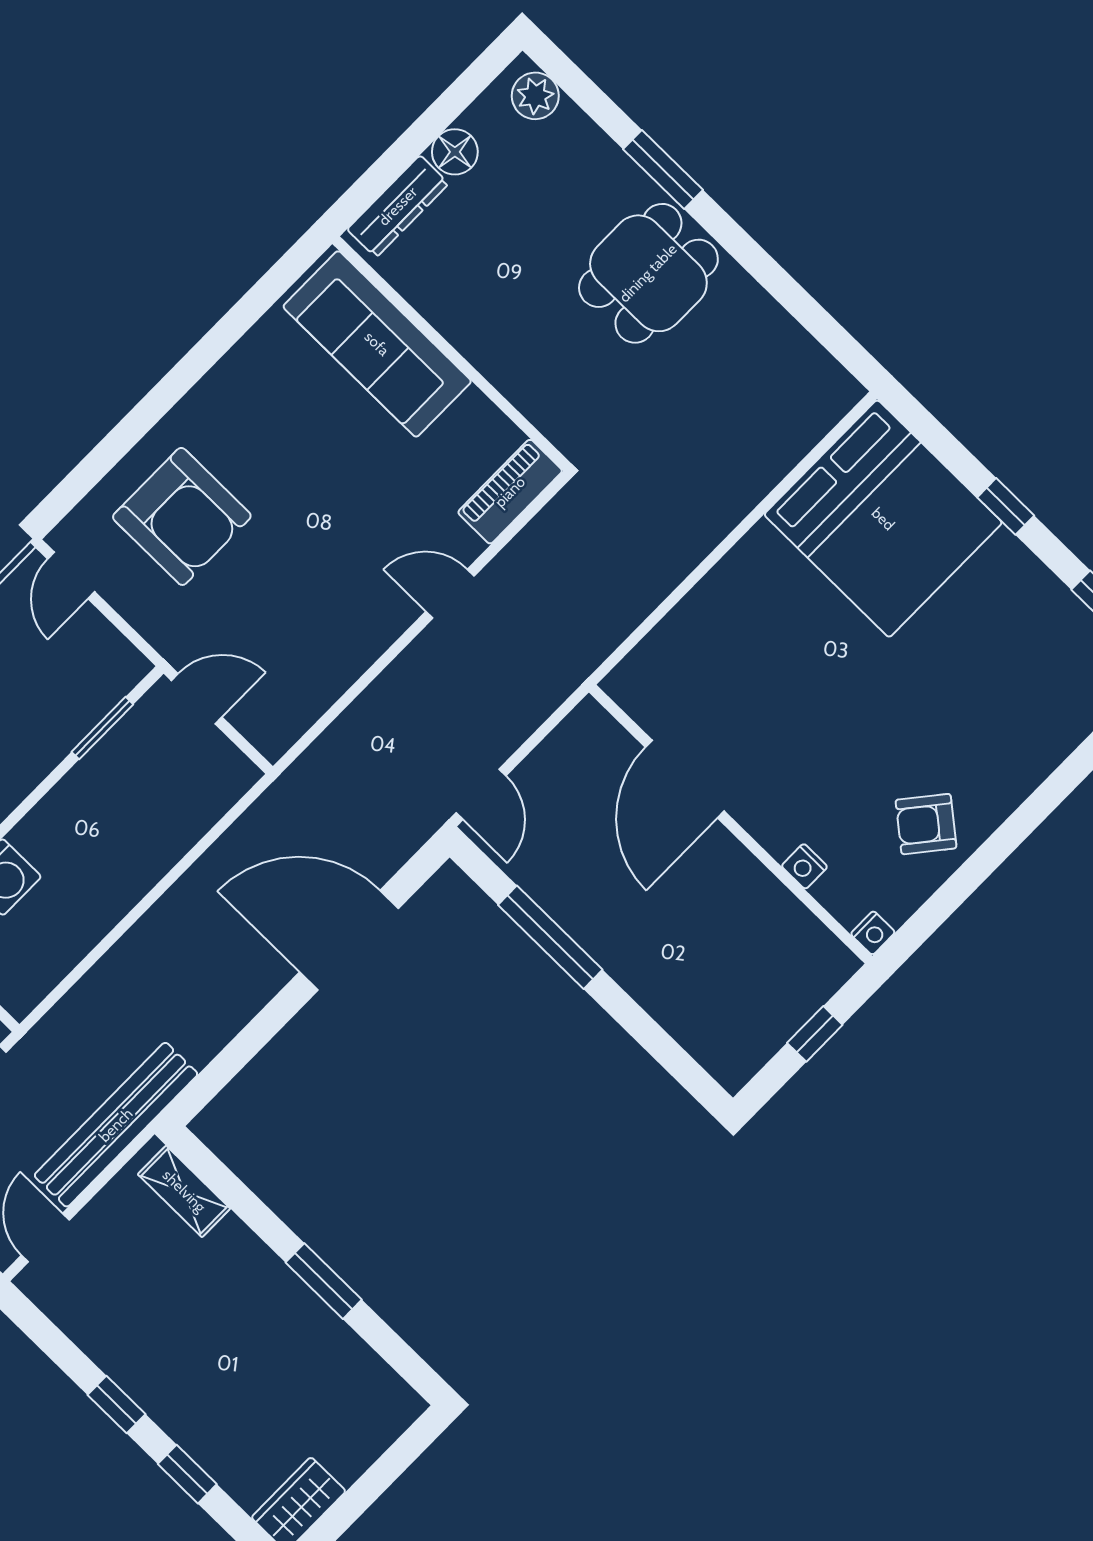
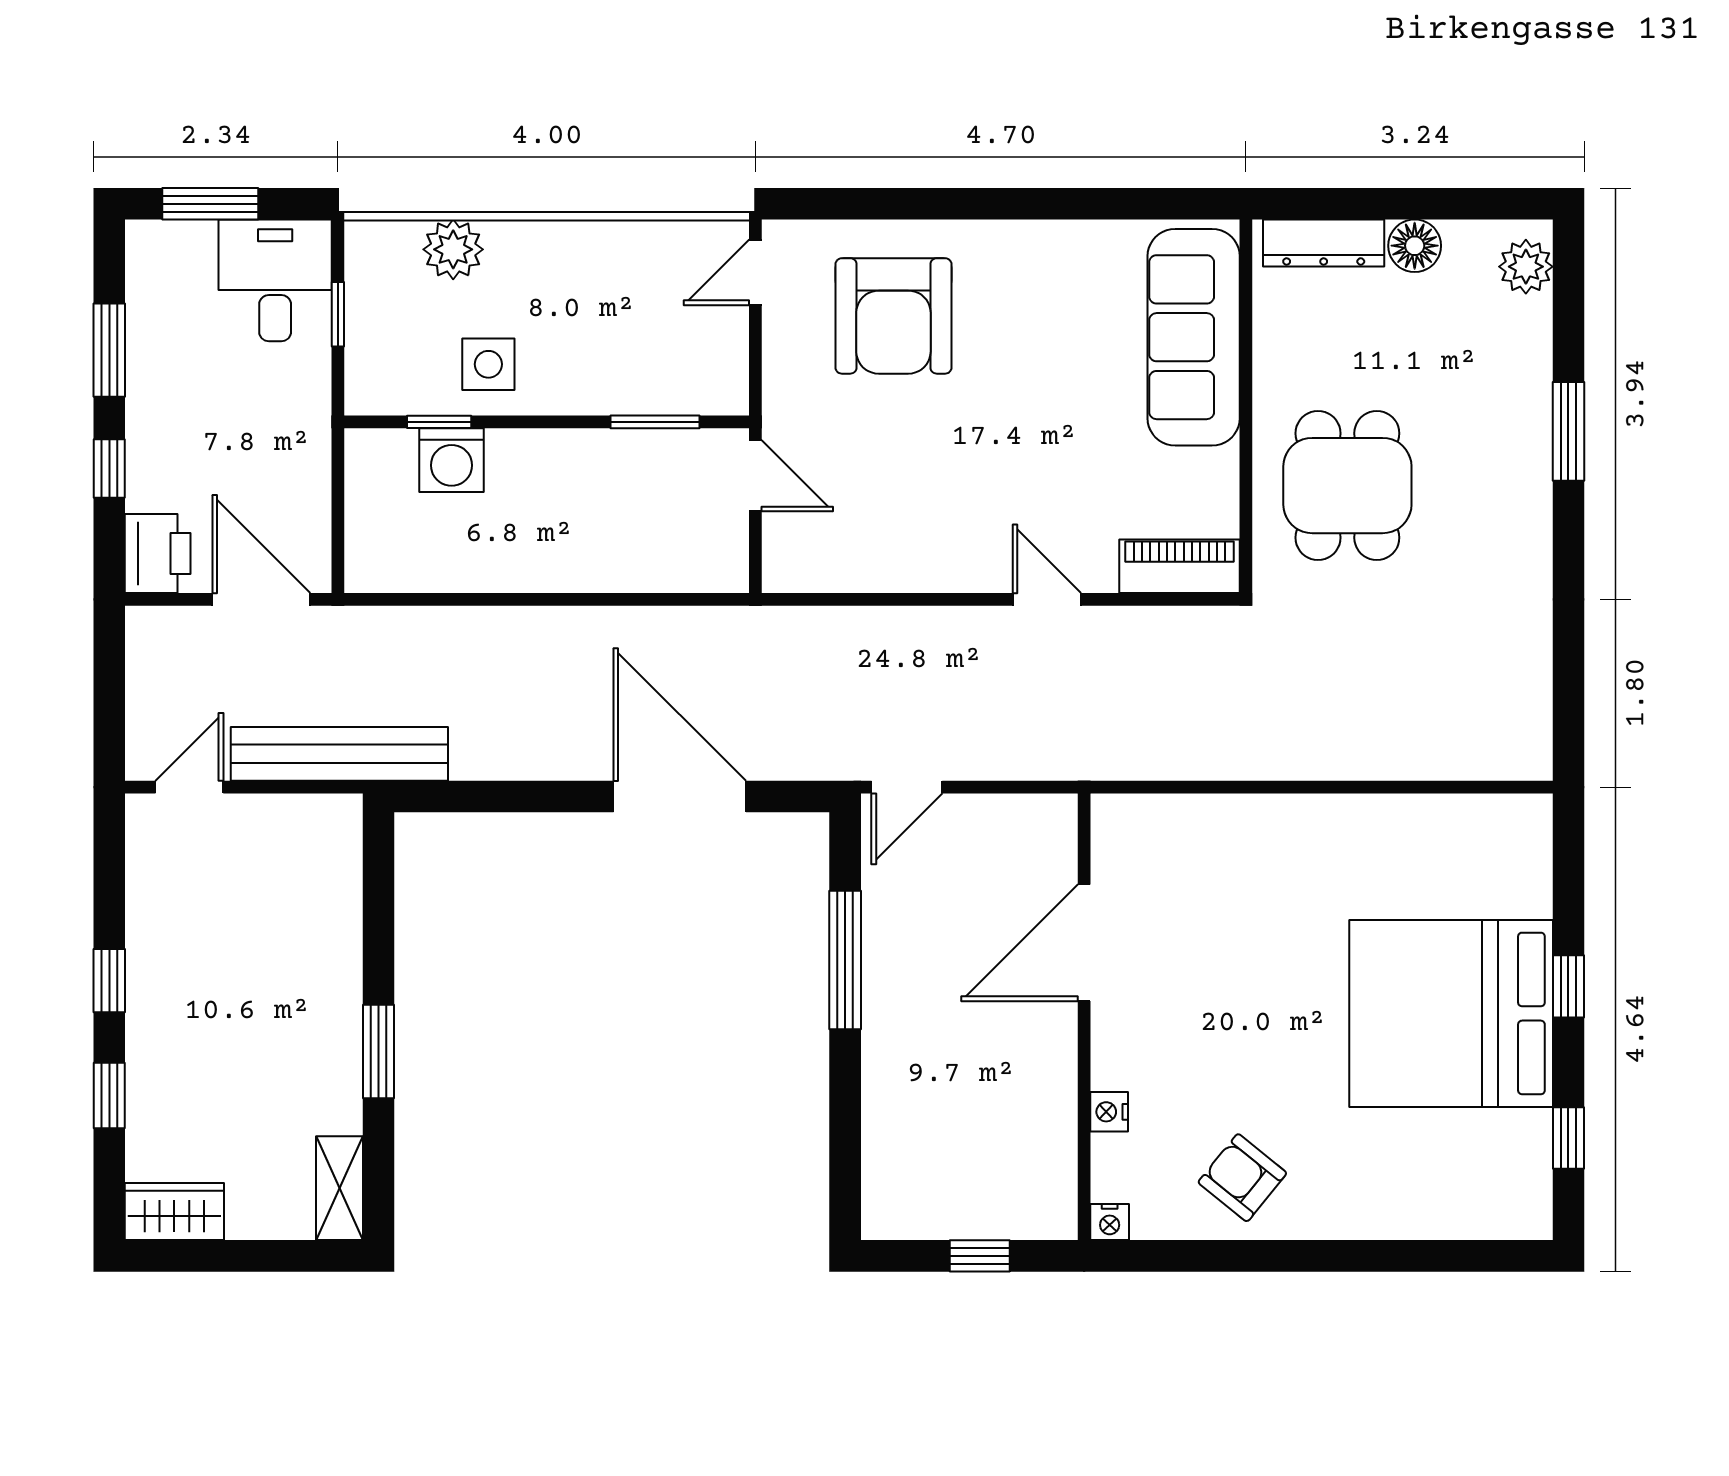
dining table: (648, 273) -> (1347, 486), moved, turned 90
bed: (883, 519) -> (1451, 1013), moved, turned 90
shelving: (184, 1191) -> (340, 1188), moved

